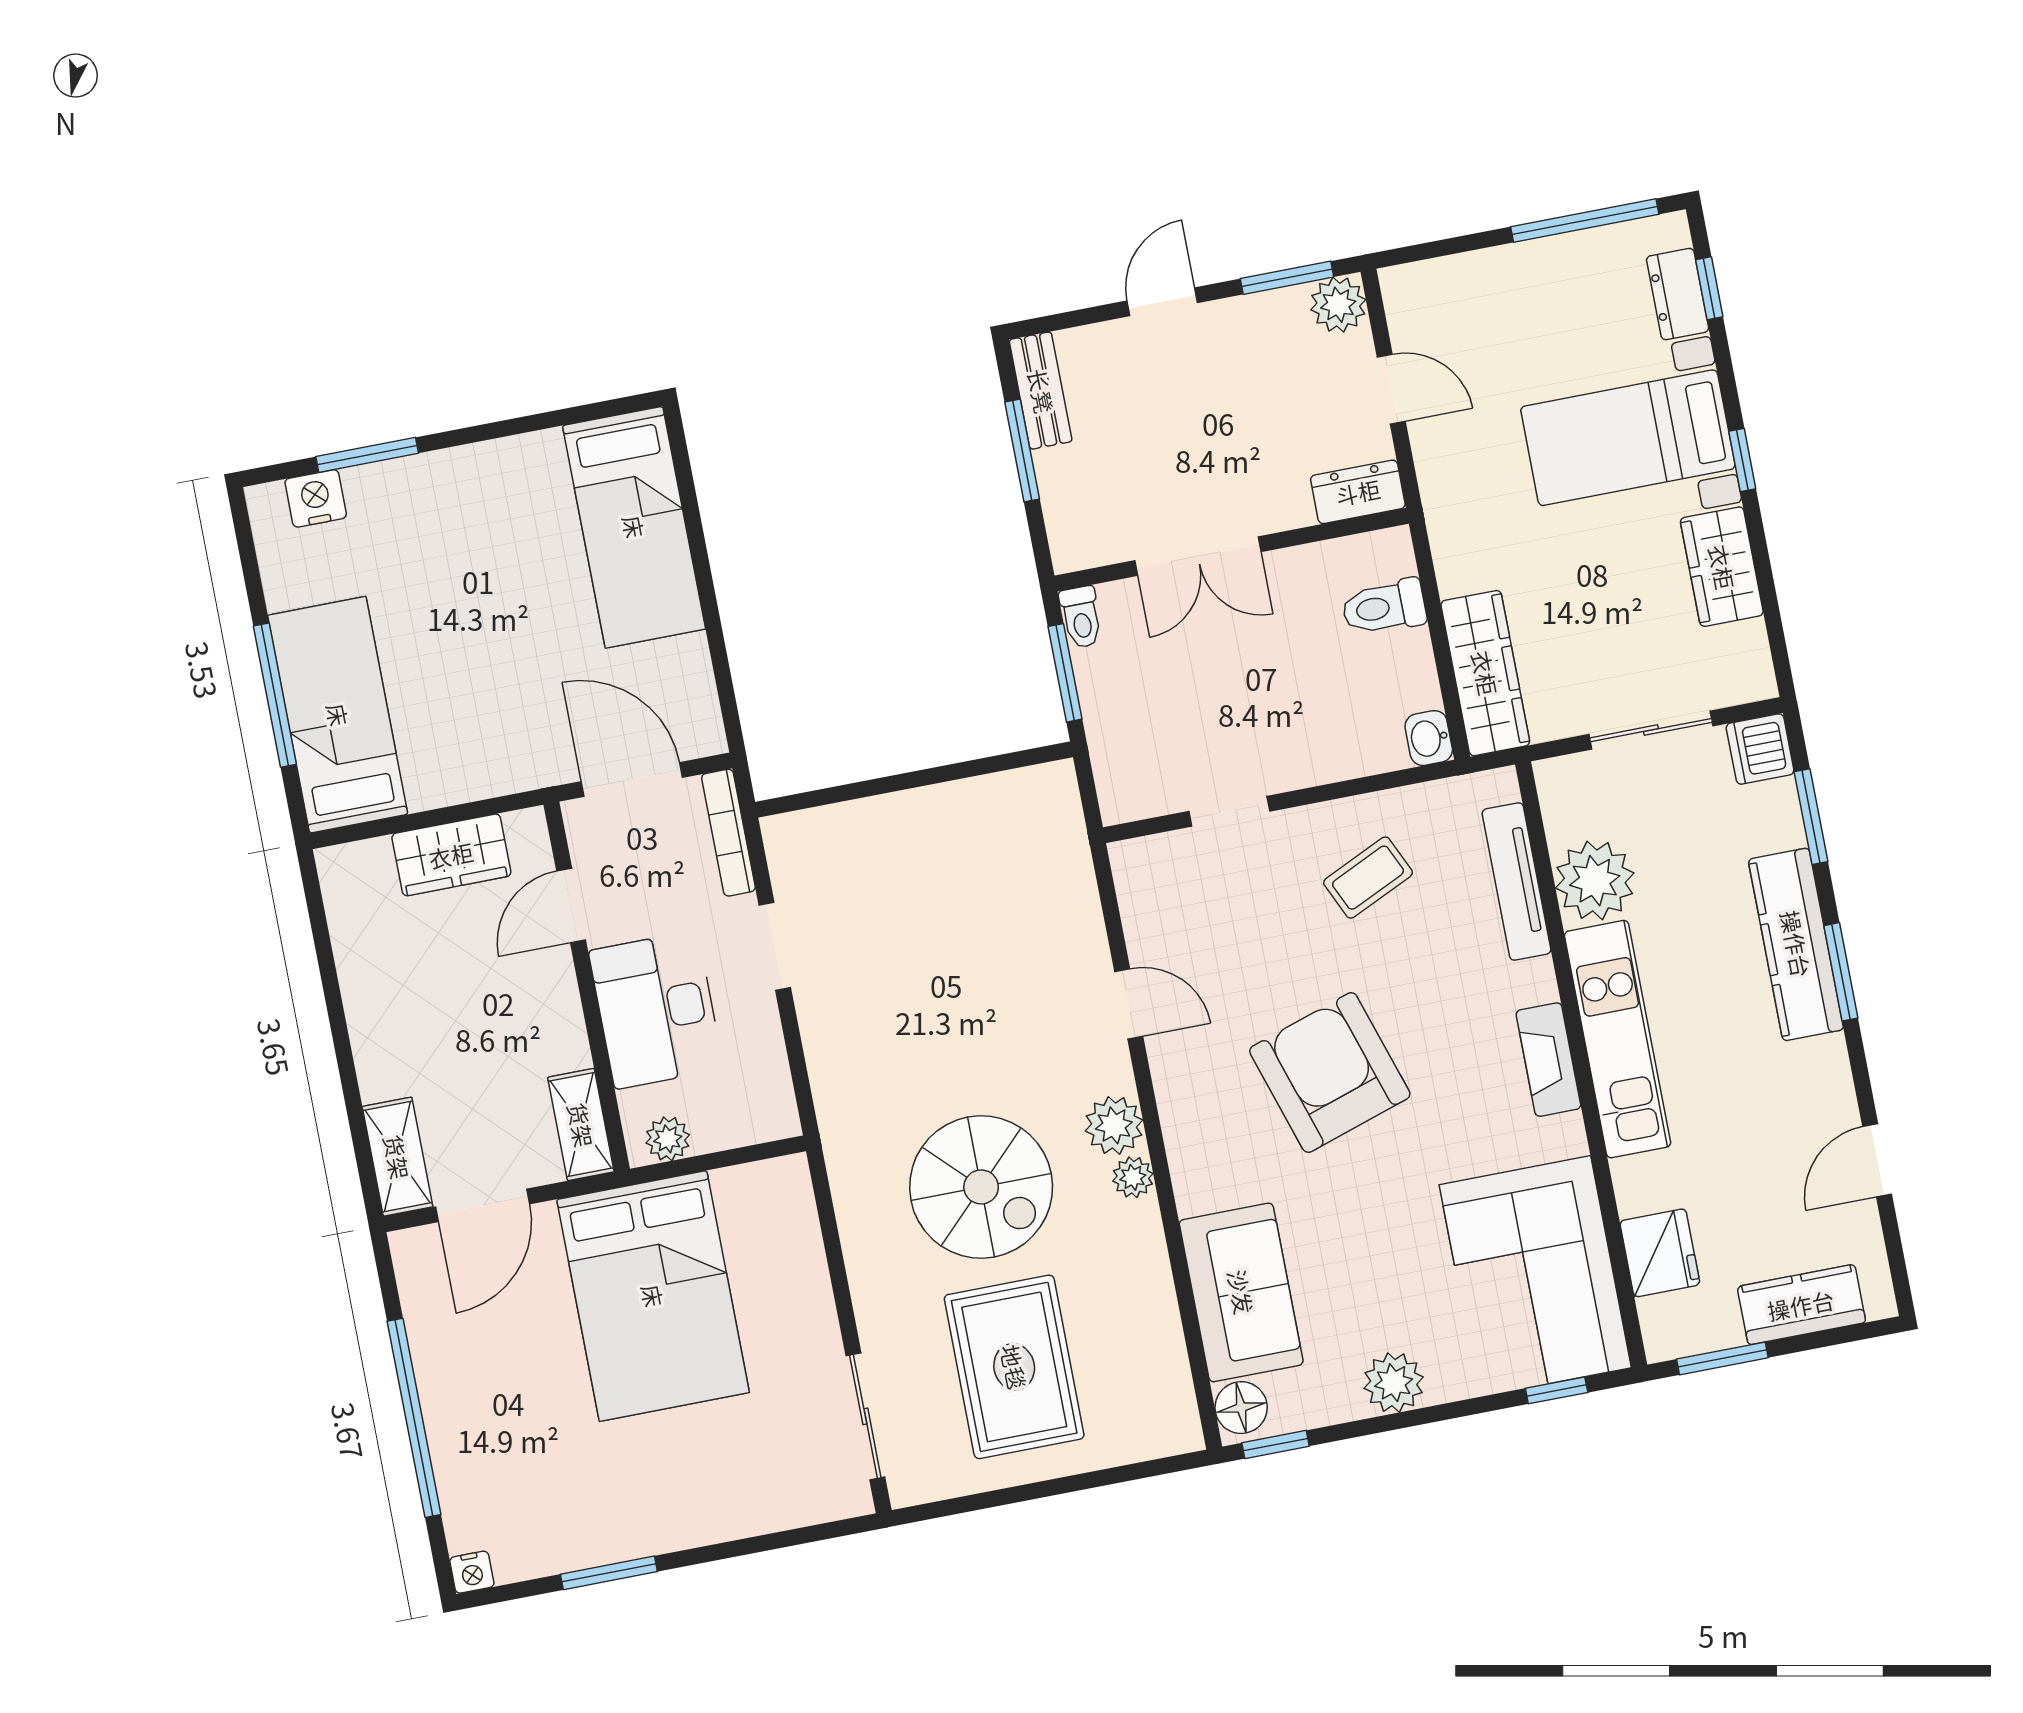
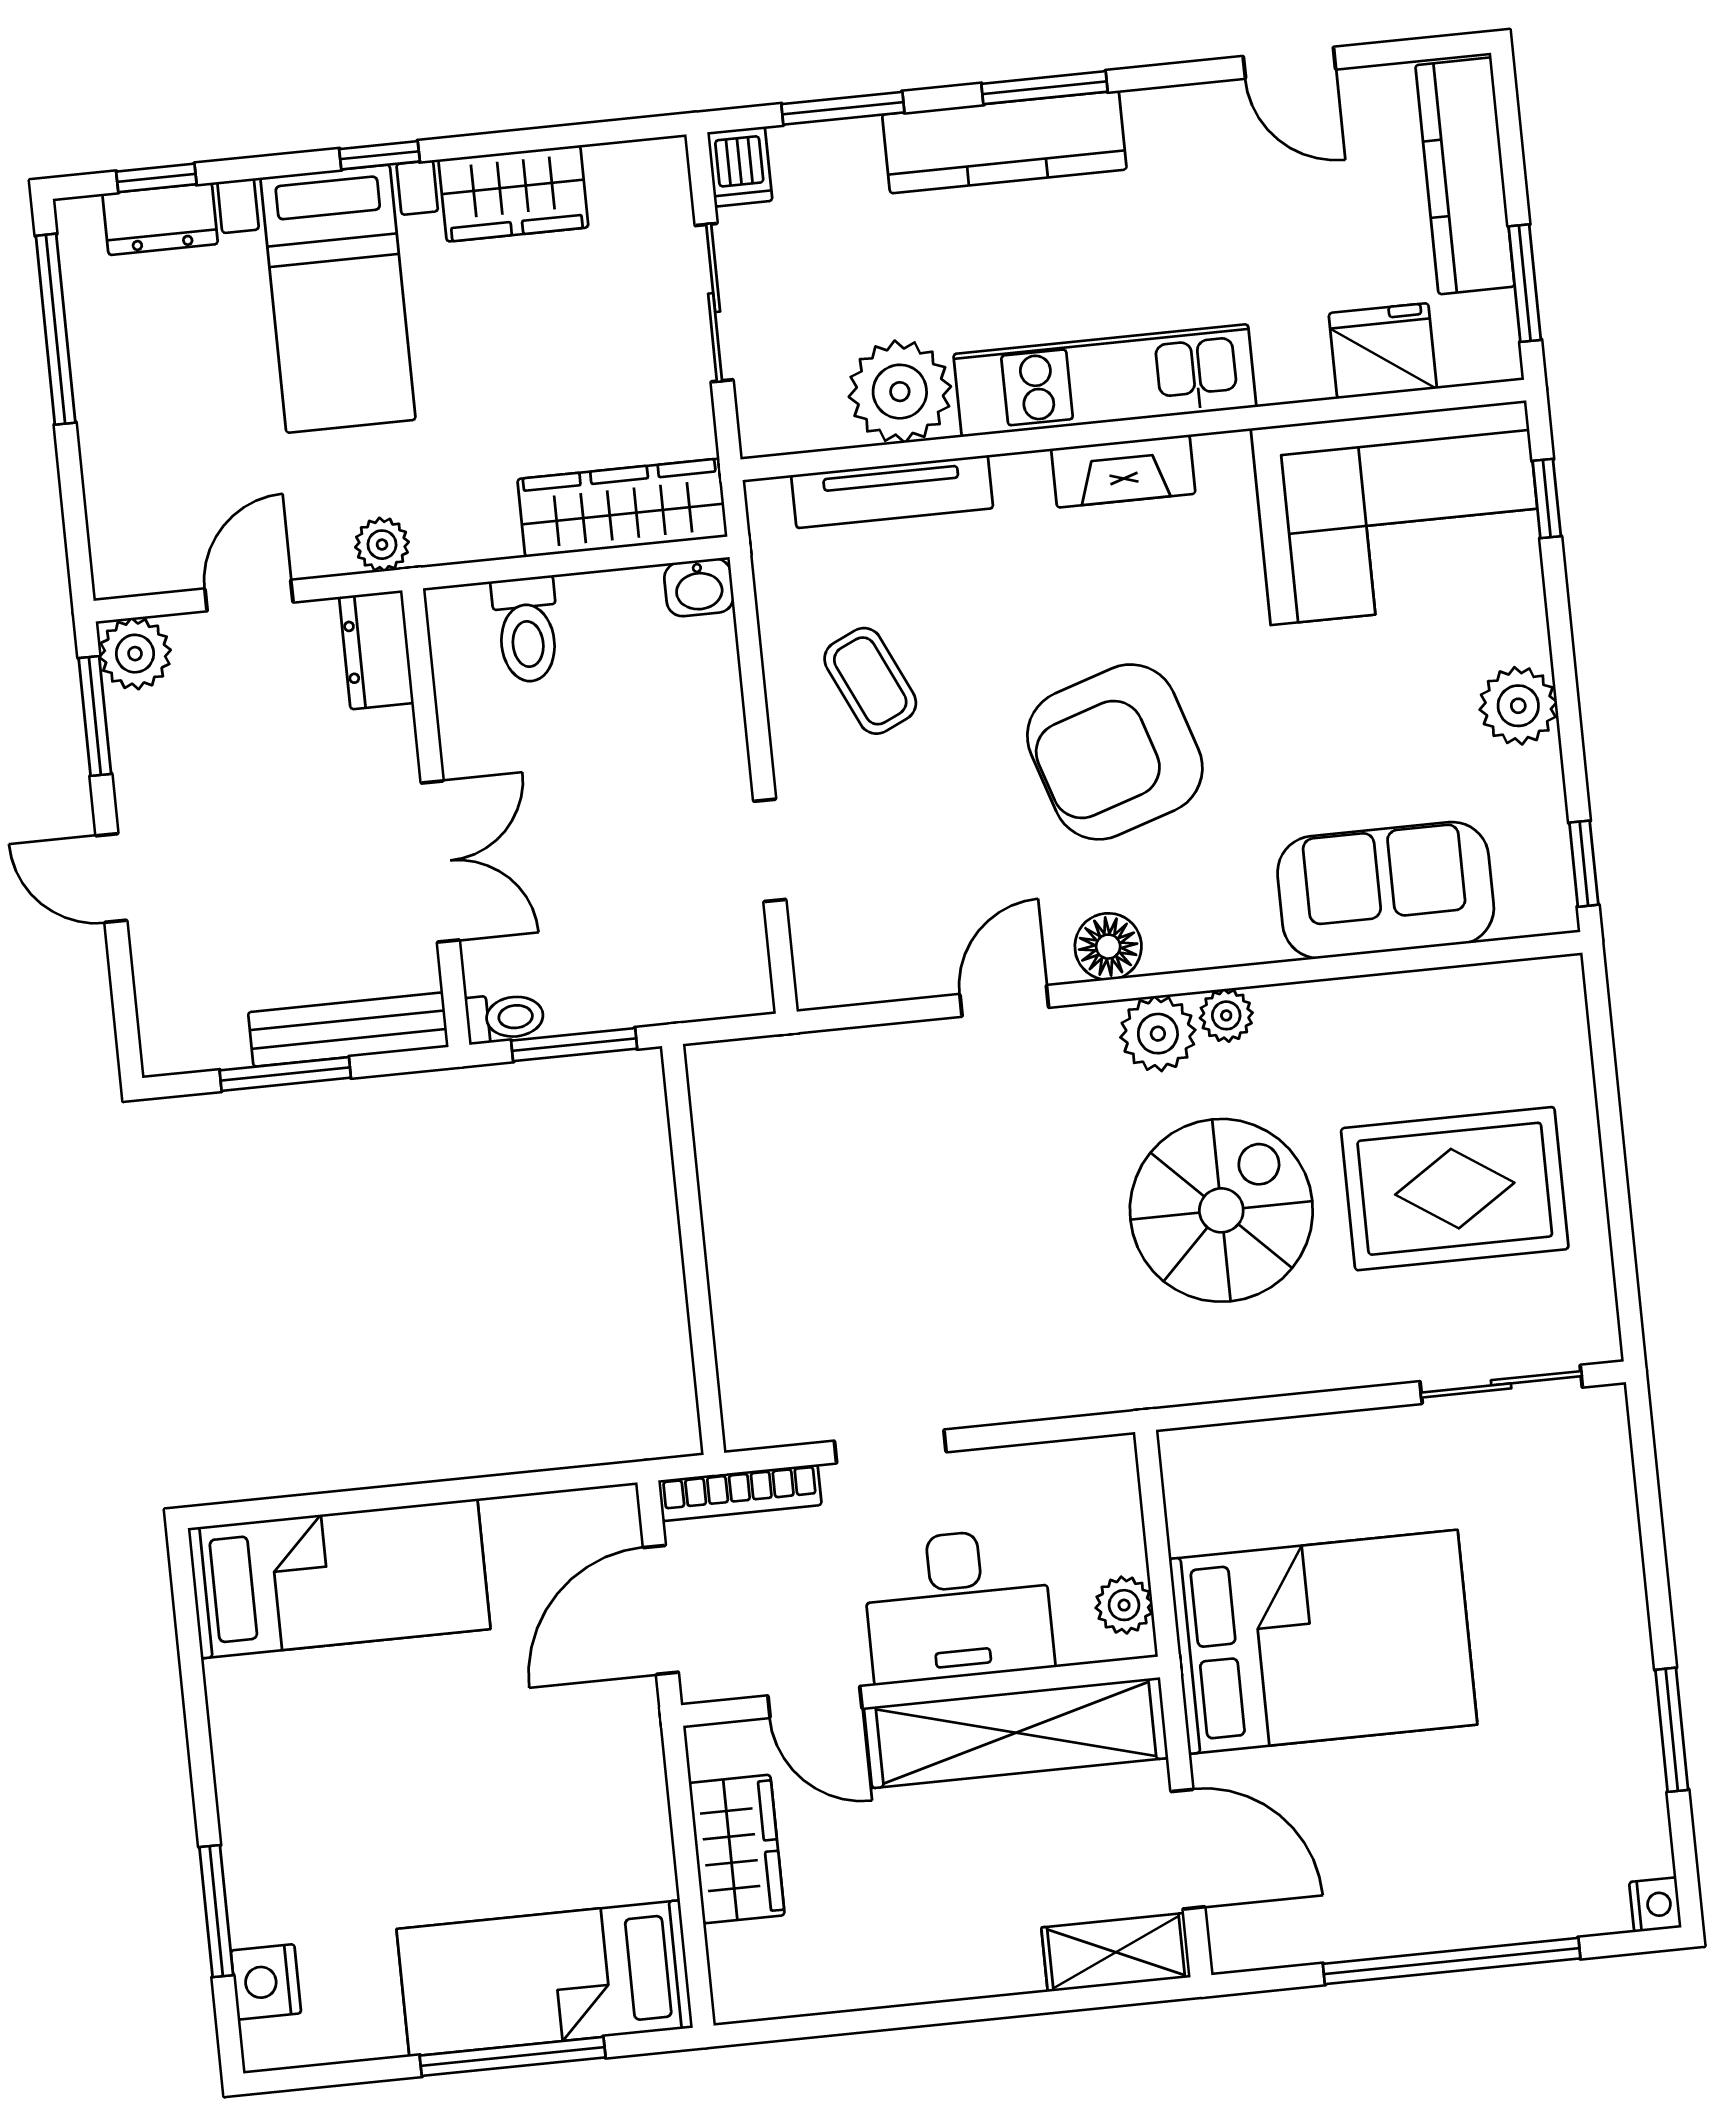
bench: (1041, 391) -> (348, 1030), moved, width x1.36
plant: (1440, 489) -> (382, 545), added
dishwasher: (1760, 749) -> (740, 167), width x0.73
shelving: (581, 1125) -> (1016, 1733), width x2.20, depth x1.33
kitchen counter: (1801, 1305) -> (1465, 176), width x1.50
floor lamp: (1241, 1408) -> (1108, 947), moved

